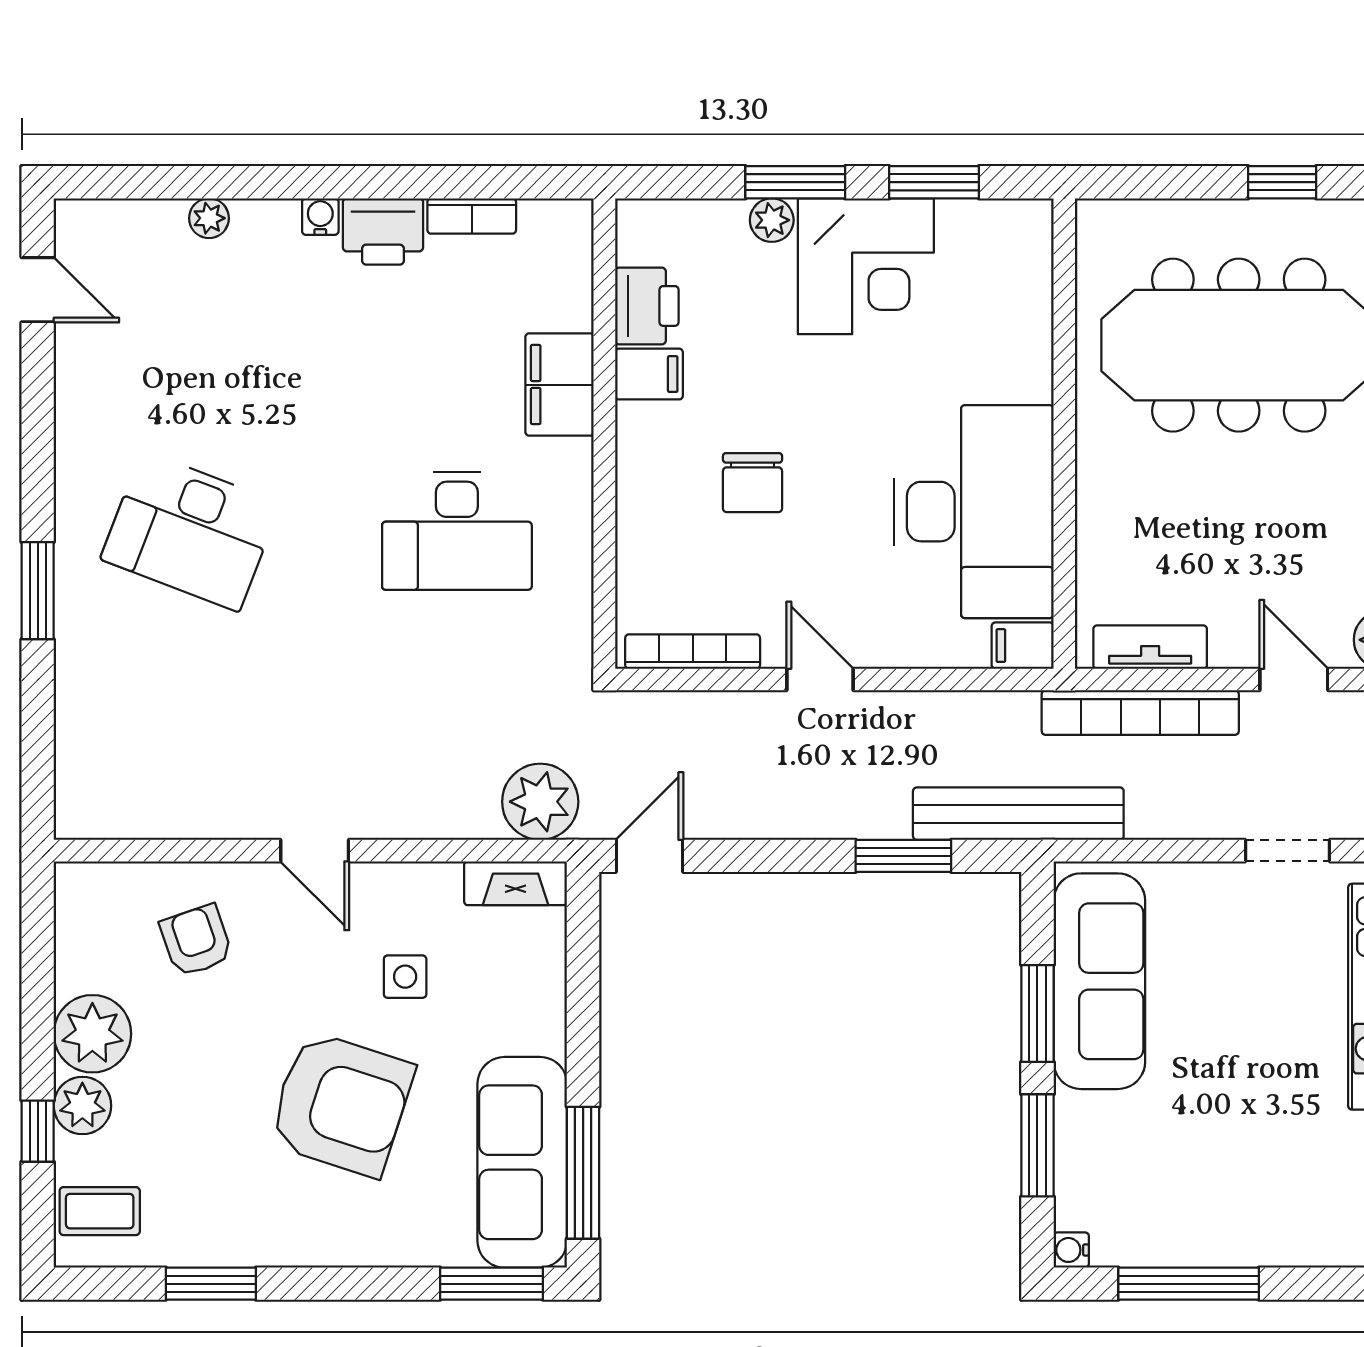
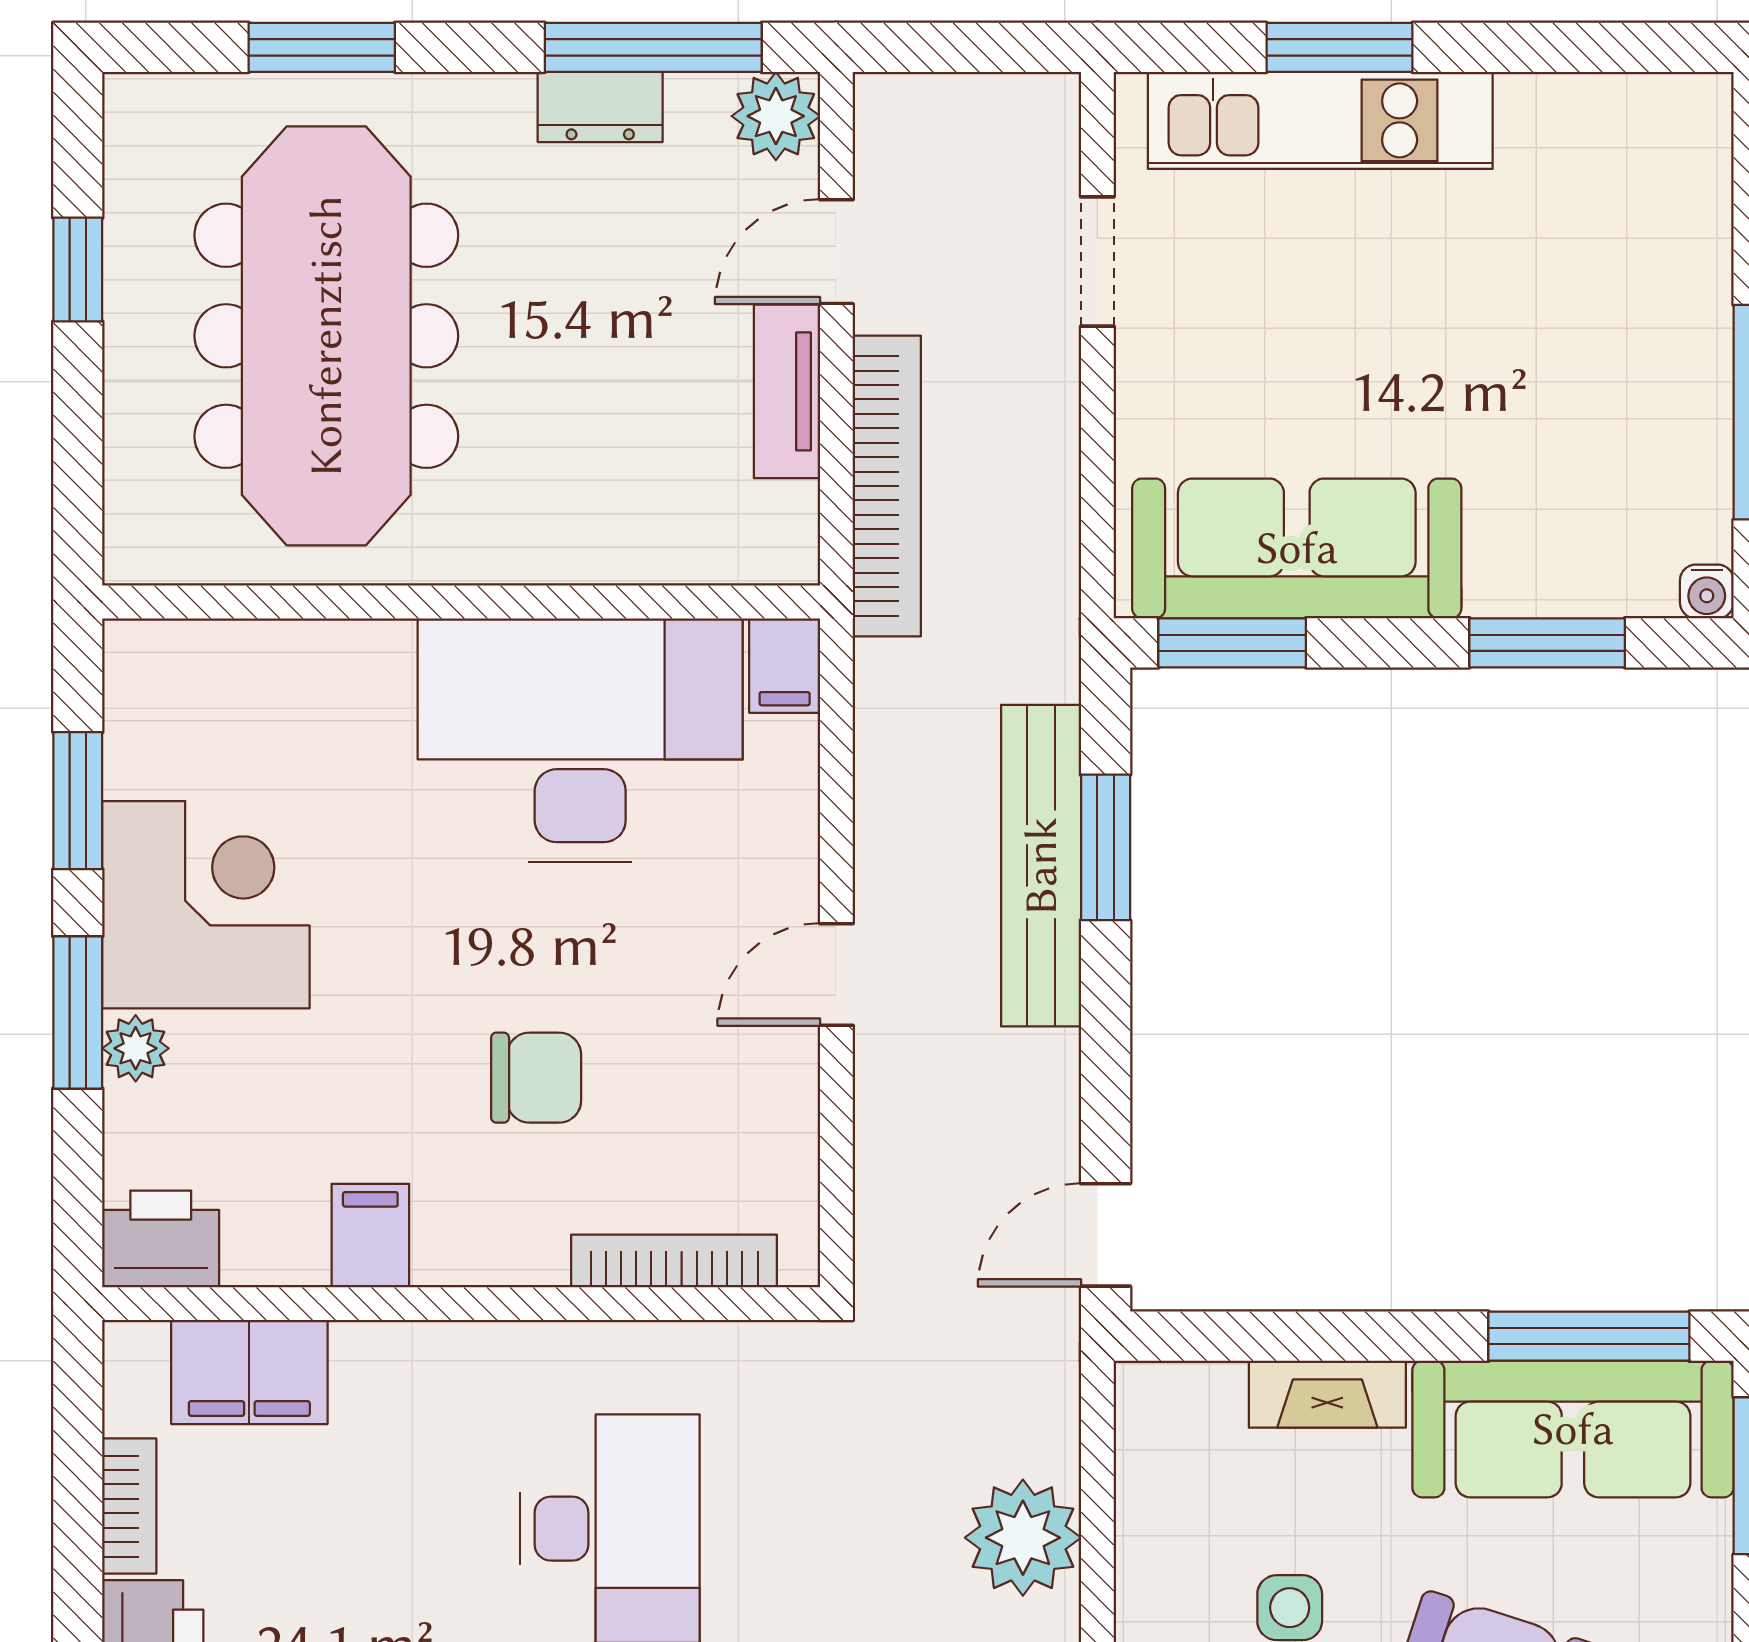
printer: (647, 306) -> (161, 1239), moved
filing cabinet: (560, 385) -> (249, 1372), moved
tv unit: (1150, 647) -> (787, 391), moved
bookcase: (693, 652) -> (674, 1261), moved, turned 90
plant: (540, 802) -> (1023, 1538), moved
bench: (1018, 814) -> (1041, 866), moved
door: (649, 856) -> (1106, 1235), hinge flipped
fireplace: (516, 883) -> (1327, 1394), moved, turned 90
window: (1037, 1013) -> (1232, 643), moved

